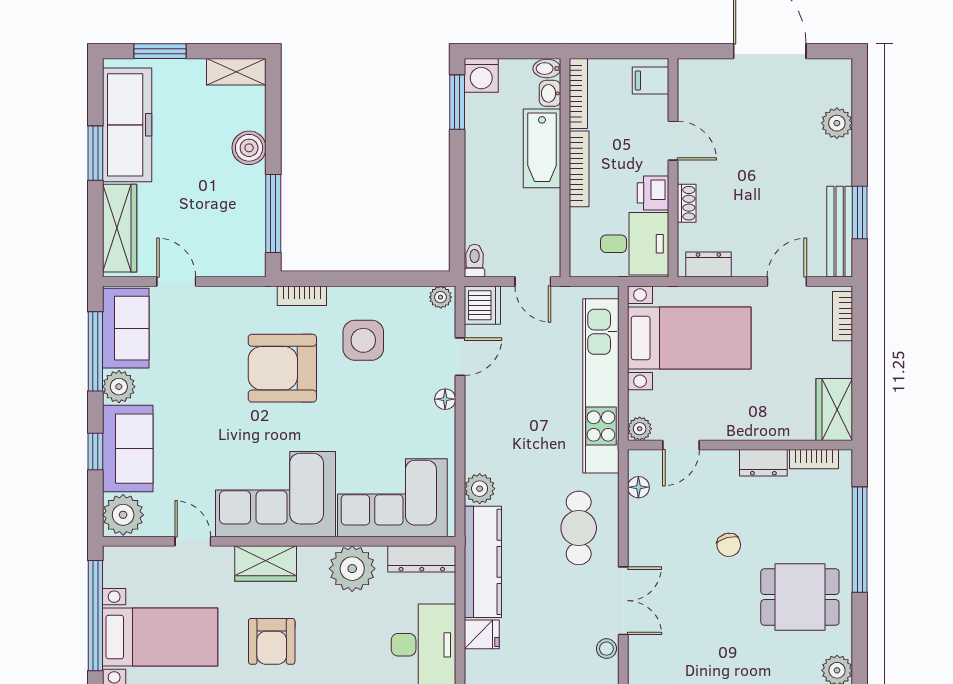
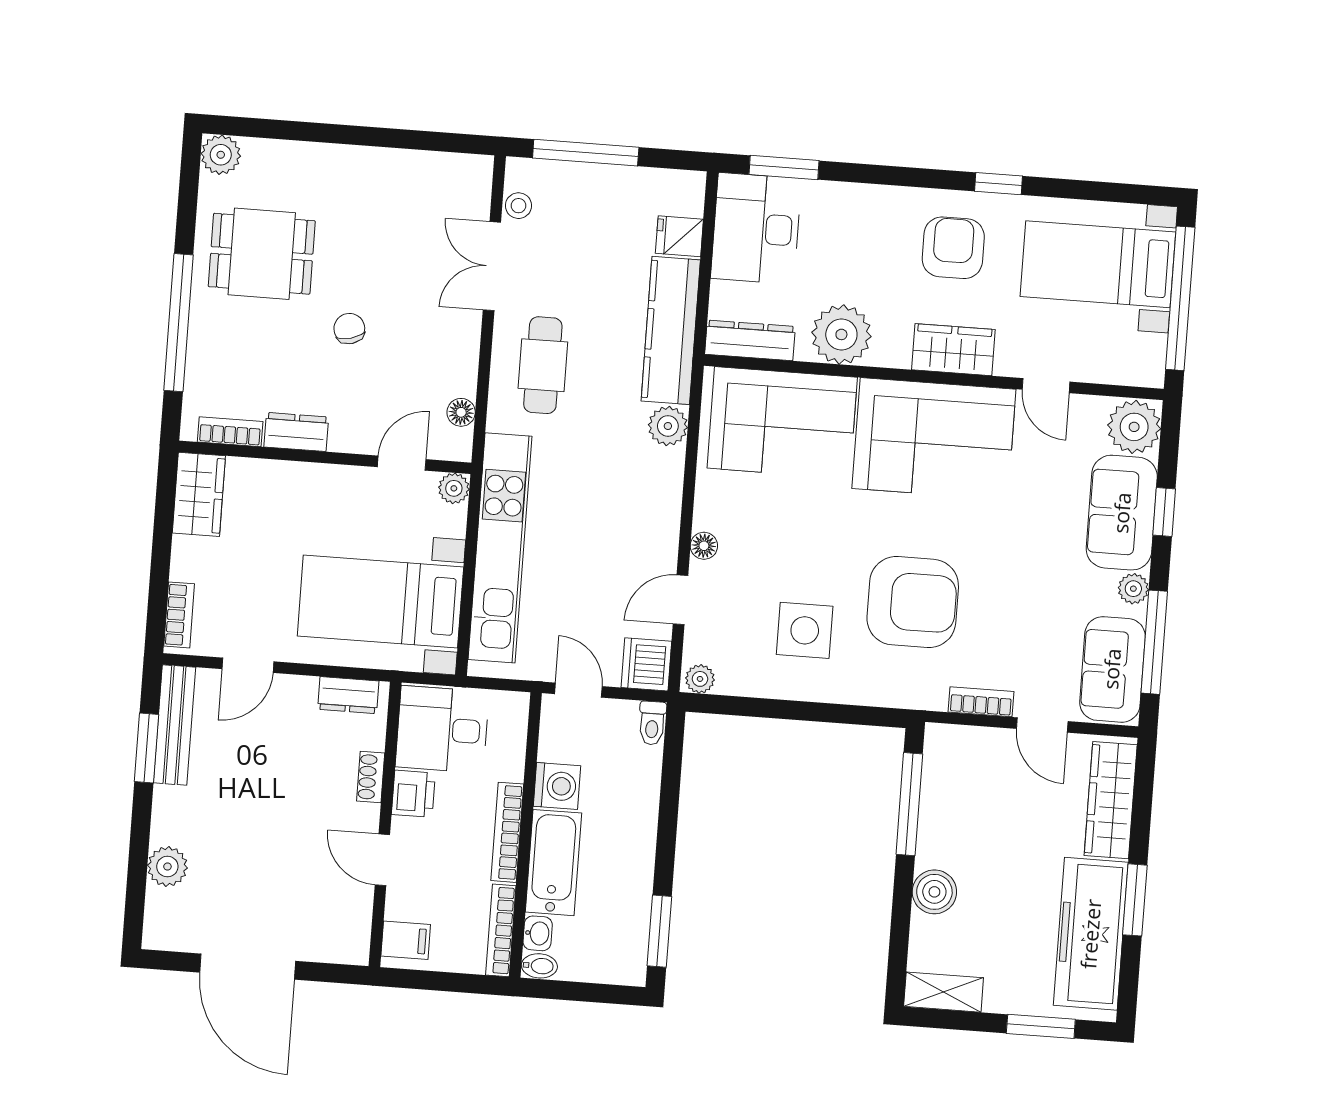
washing machine: (481, 75) -> (557, 786), moved, turned 90
bookcase: (302, 296) -> (981, 702), moved
plant: (119, 387) -> (1133, 589), width x0.73, depth x0.73

